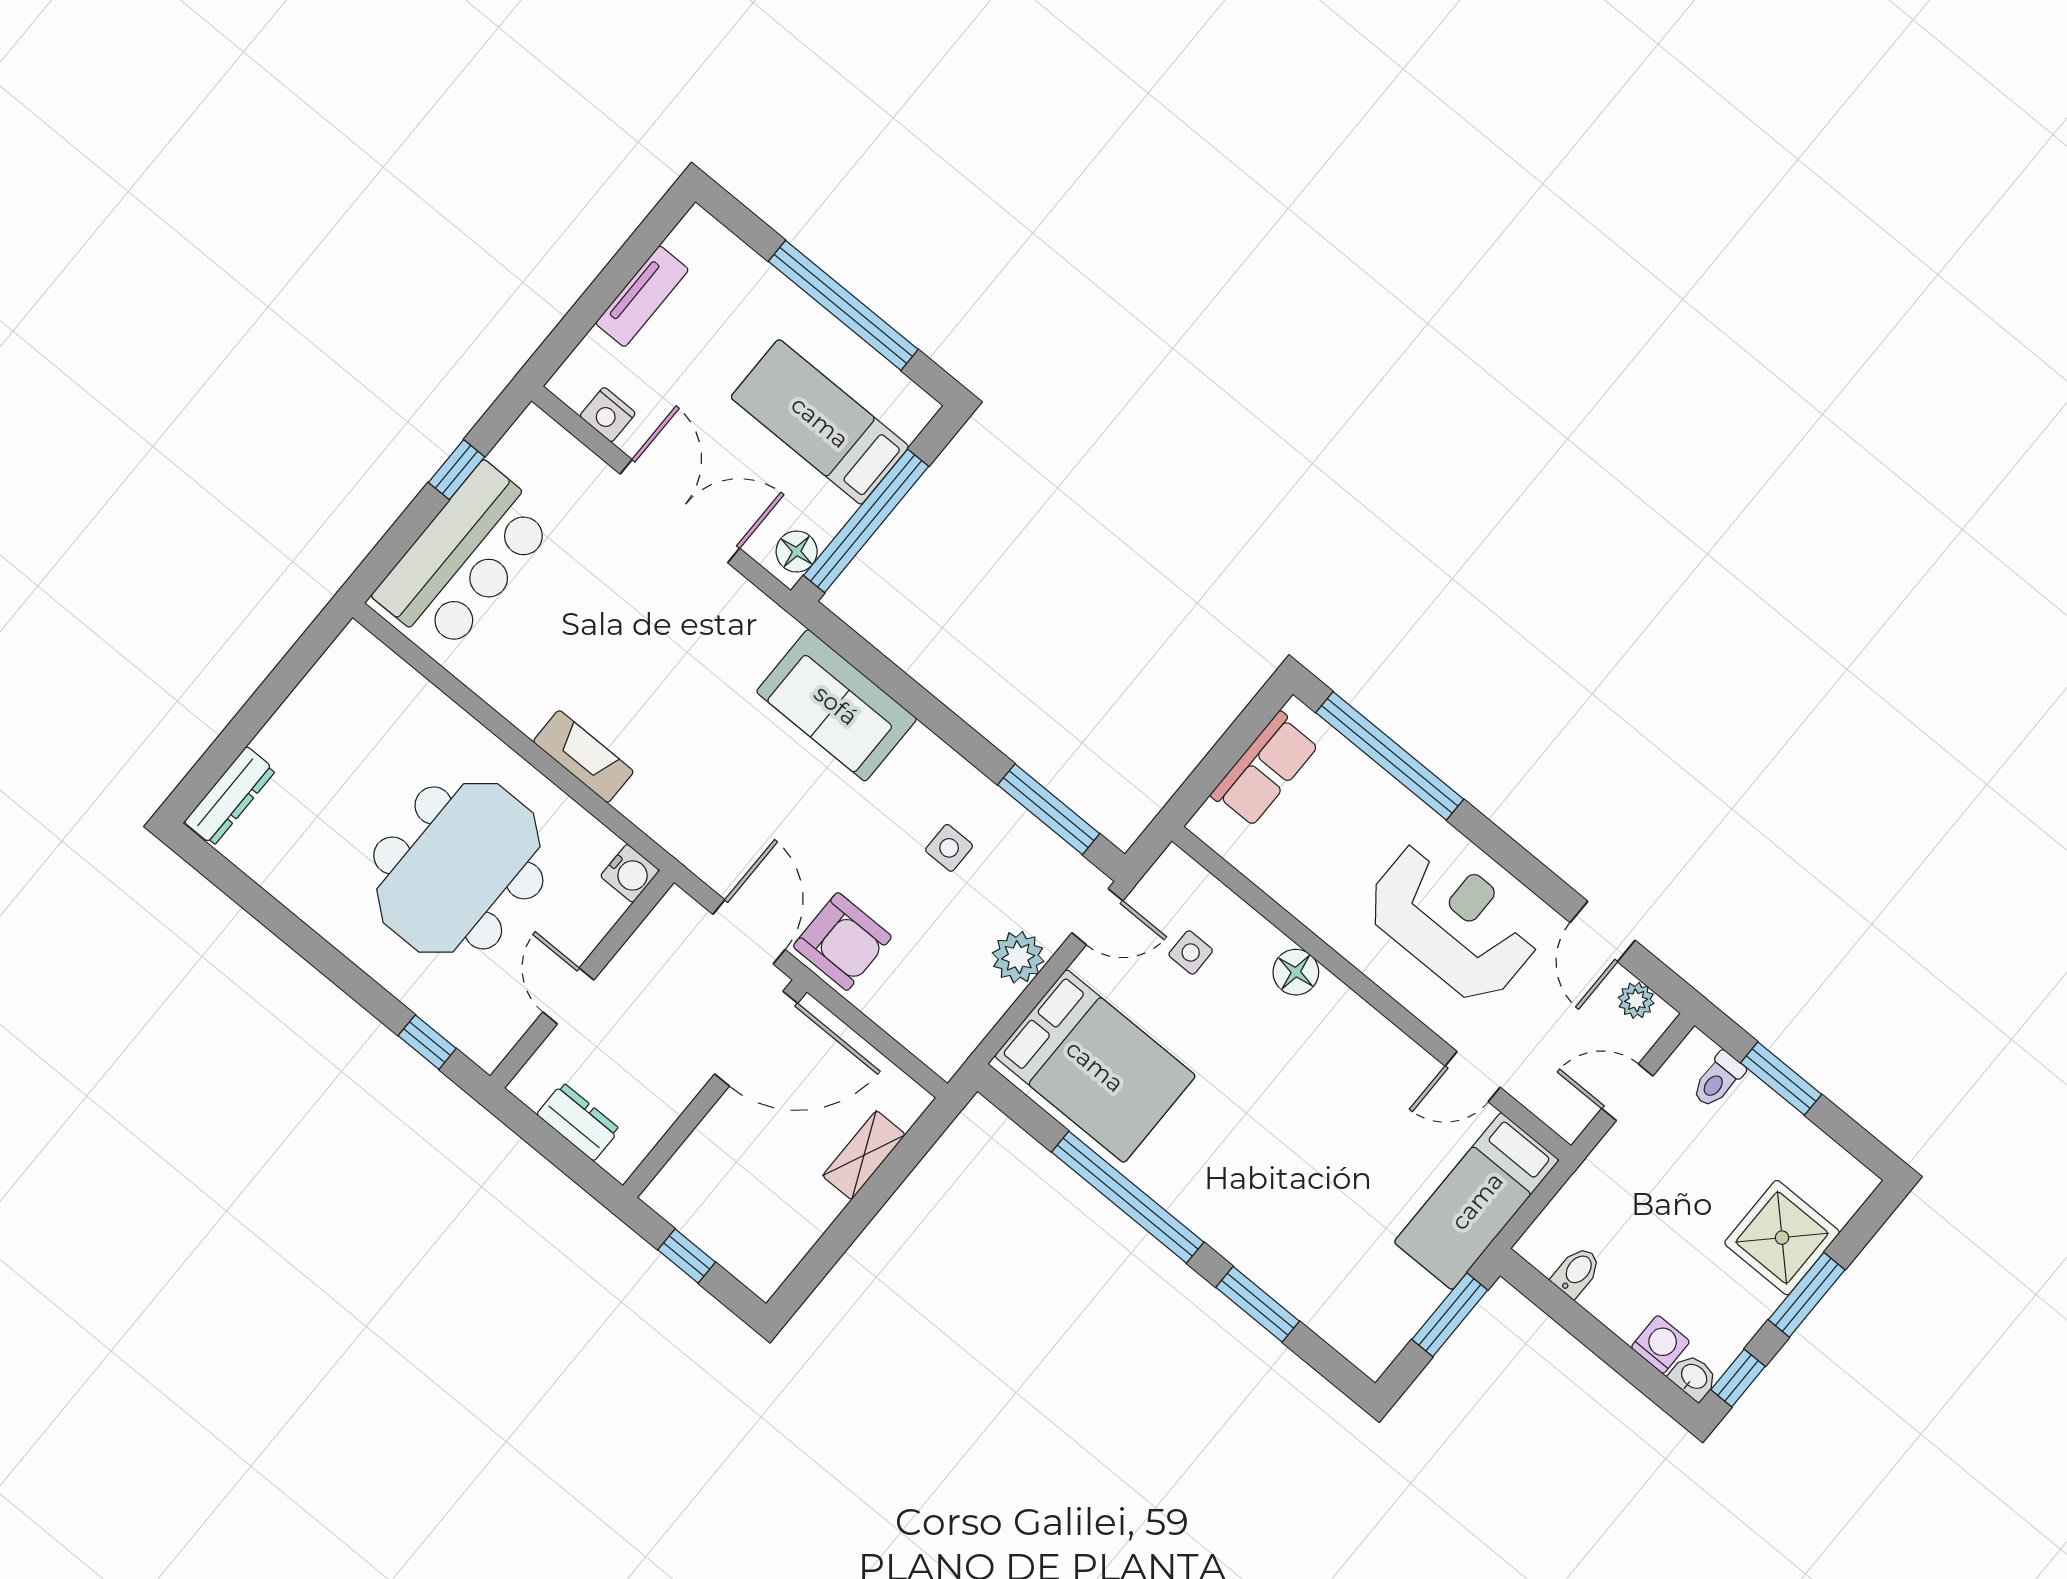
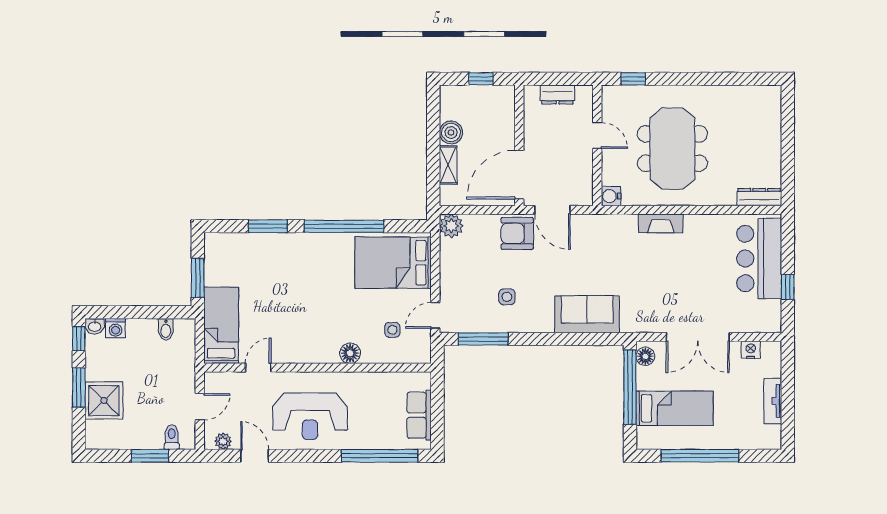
dresser: (230, 796) -> (759, 197), moved, turned 90
plant: (1018, 957) -> (451, 226), moved
boiler: (813, 1207) -> (451, 133), added

